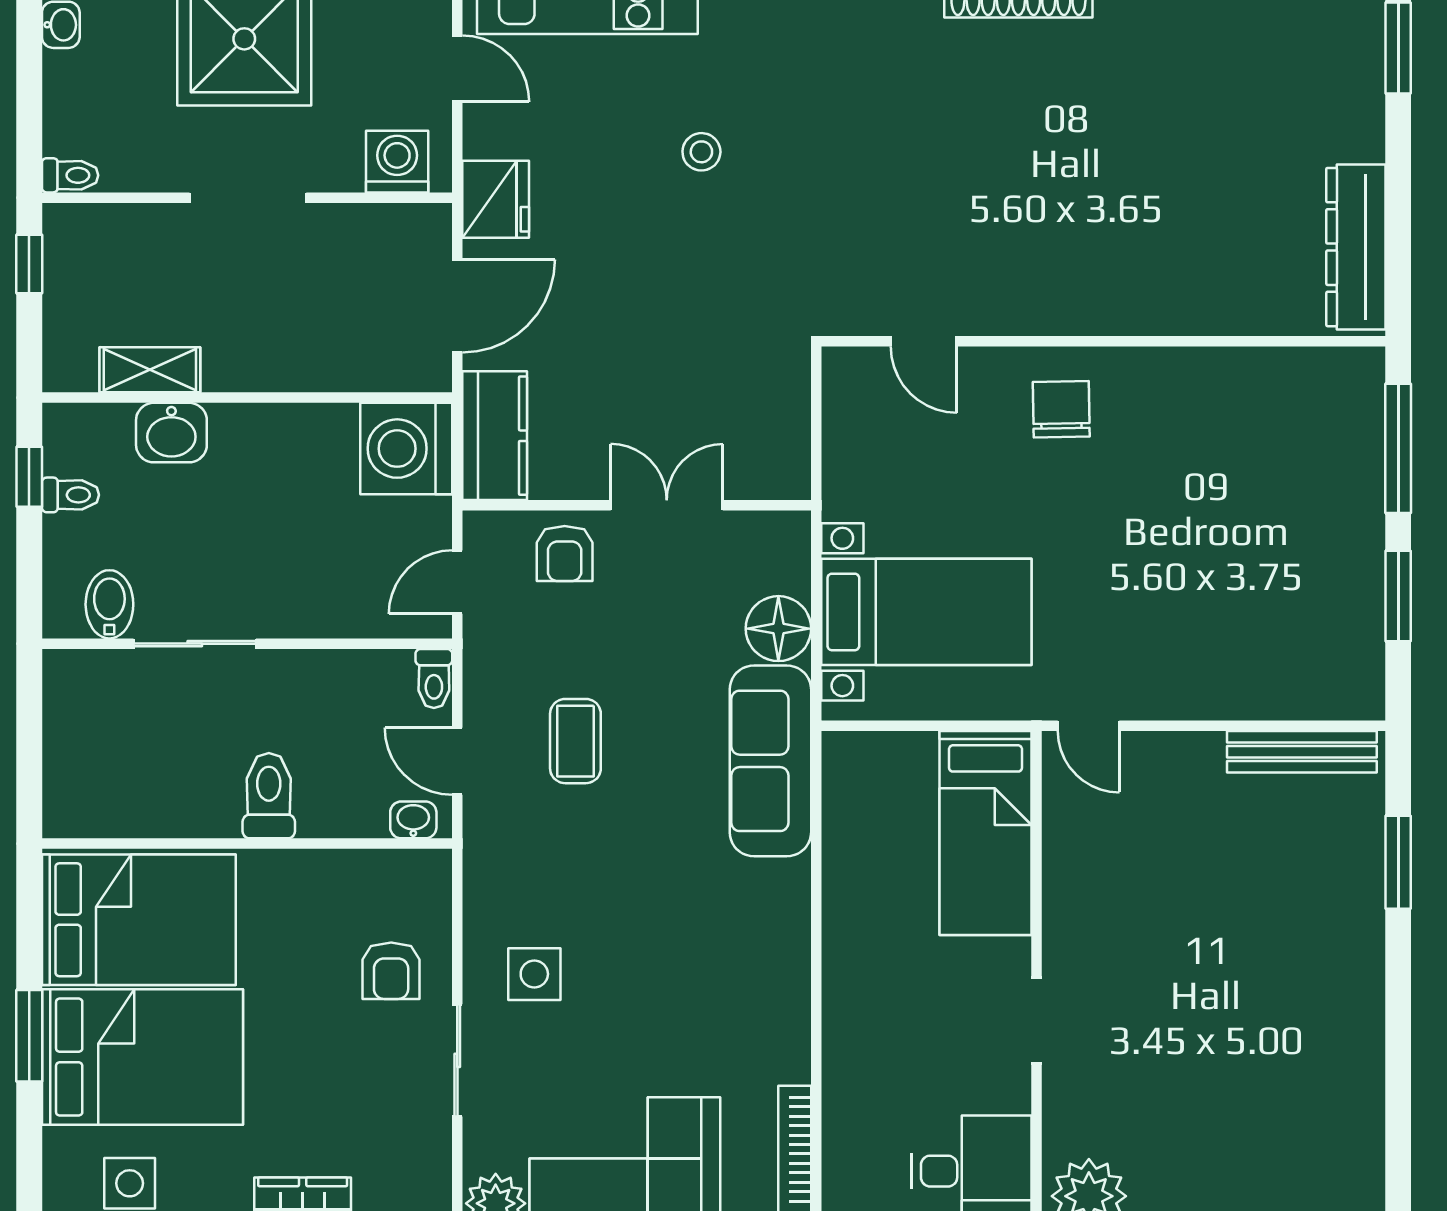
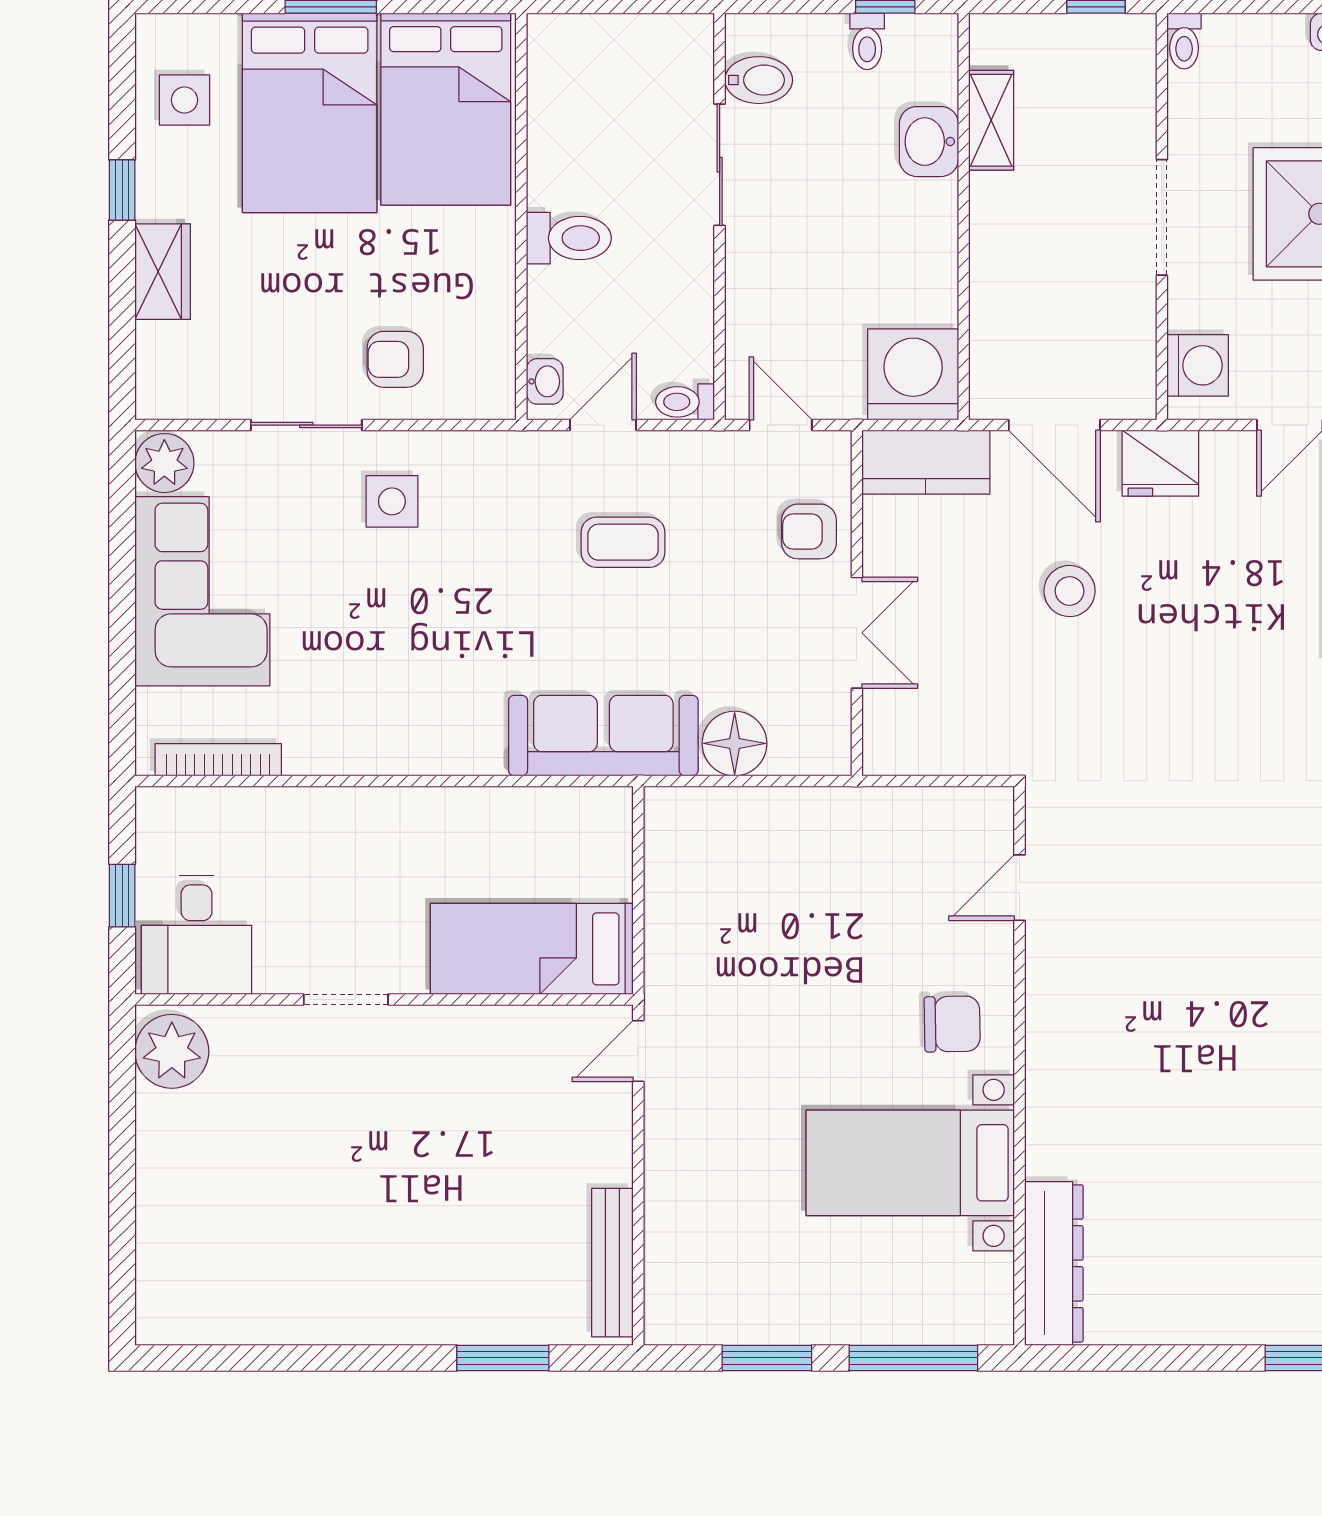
stool: (701, 152) -> (1070, 591), moved, width x1.37, depth x1.37
dresser: (1356, 247) -> (1054, 1263), moved, turned 90
bed with nightstands: (926, 612) -> (910, 1163), moved, turned 90

